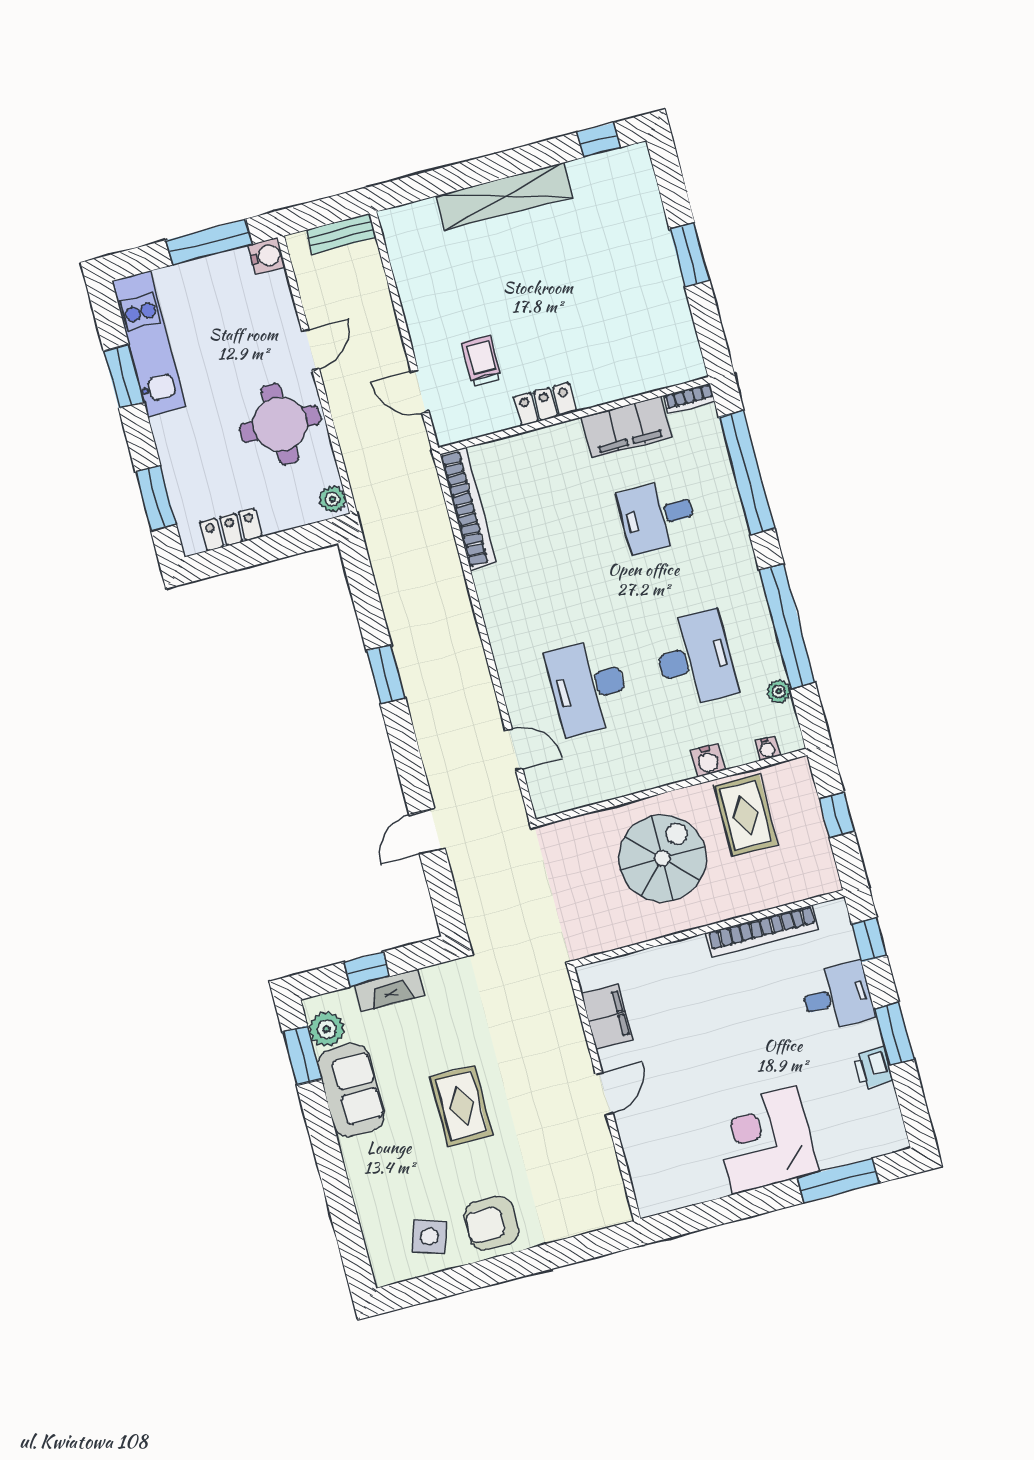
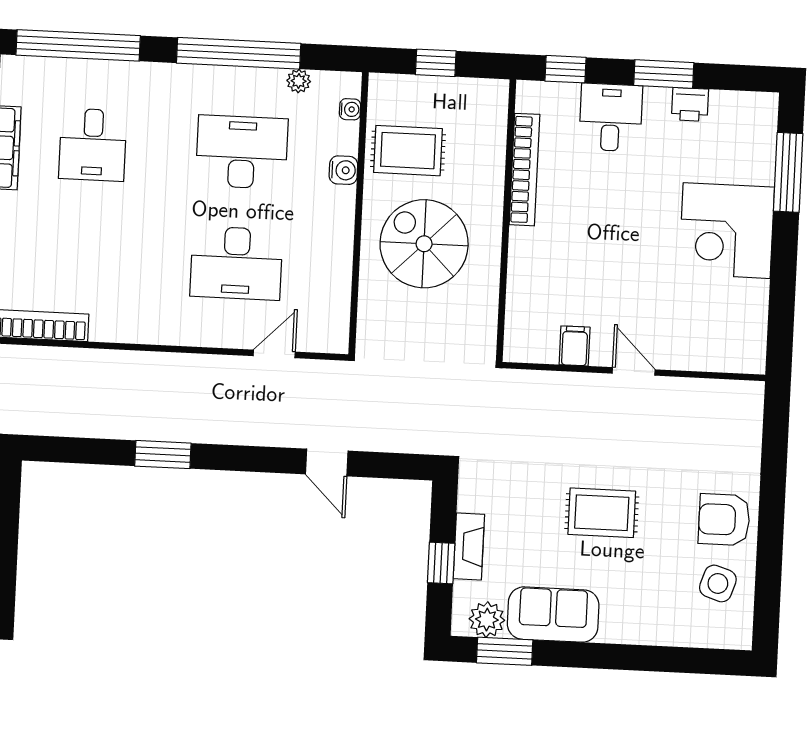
filing cabinet: (607, 1017) -> (575, 346), width x0.50
armchair: (491, 1223) -> (724, 520), turned 90

